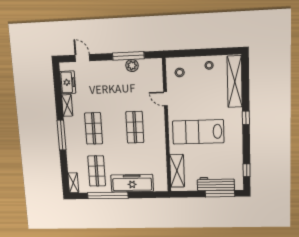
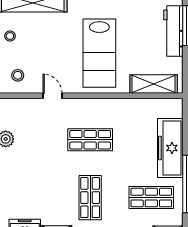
door: (165, 99) -> (52, 96), swing flipped
shop shelf: (94, 128) -> (90, 198), turned 90

